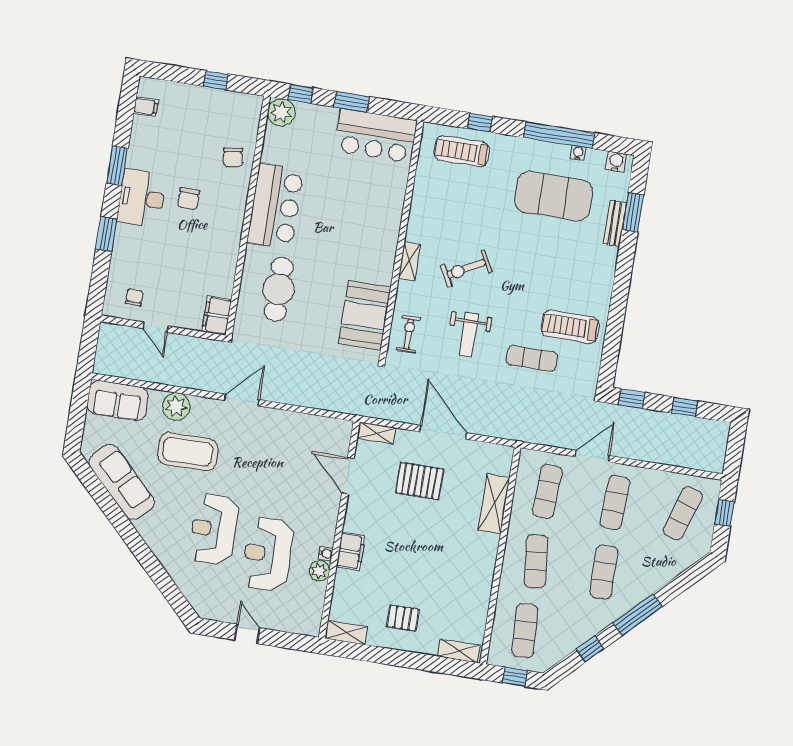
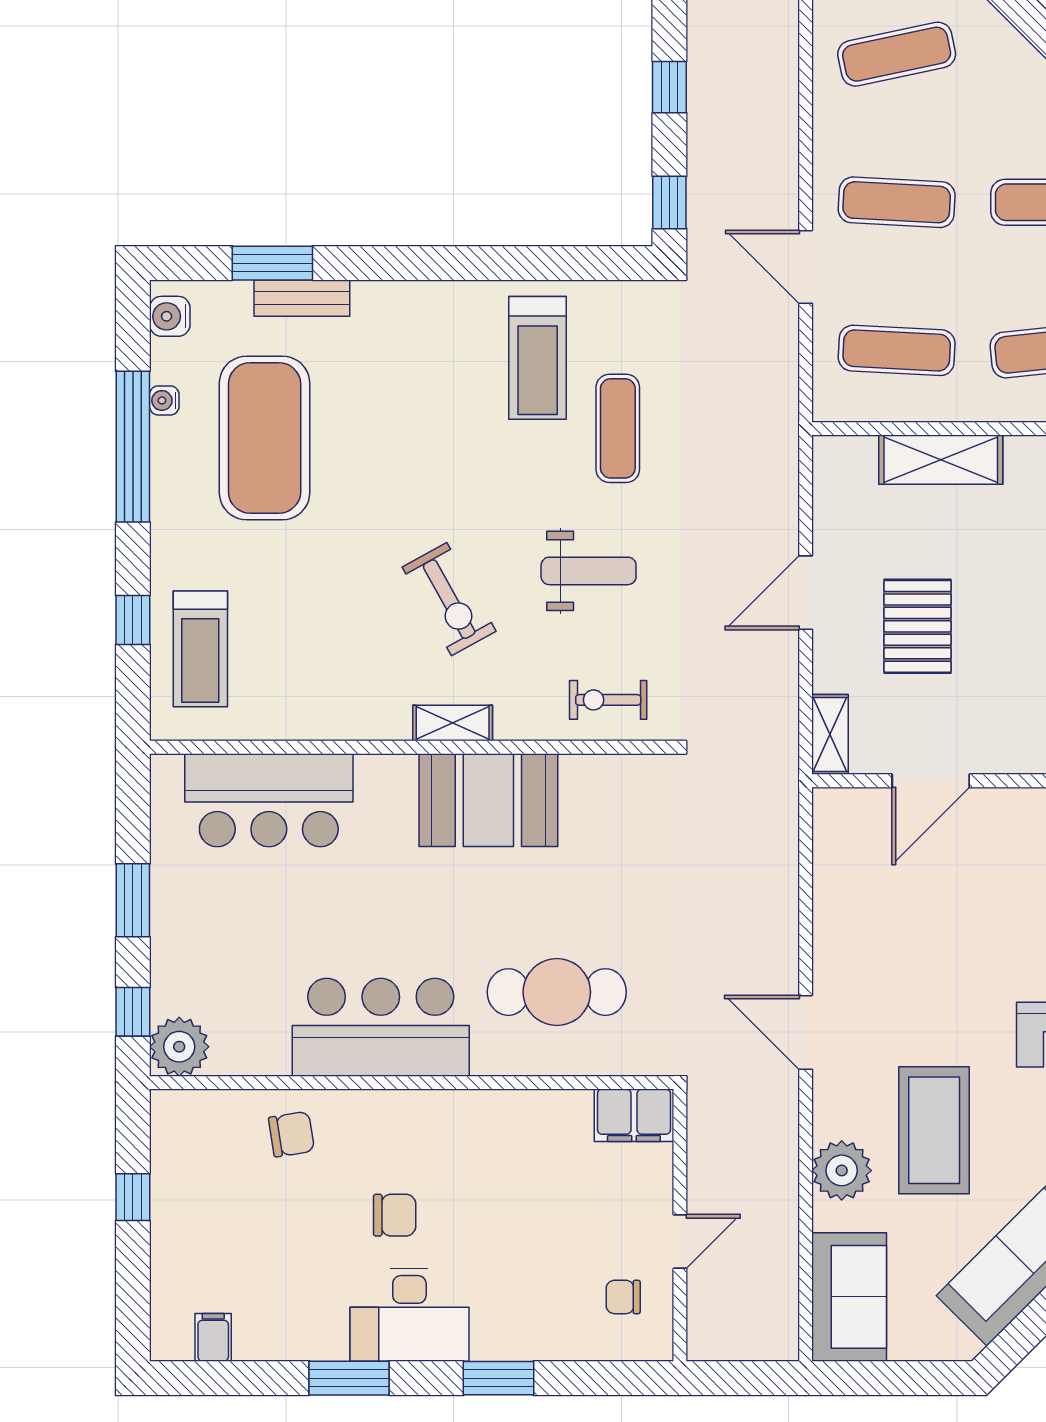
bar counter: (376, 136) -> (269, 800), moved, turned 90
booth: (365, 315) -> (488, 800), moved
door: (443, 432) -> (806, 593), width x0.73
exercise mat: (683, 513) -> (897, 54), turned -30

